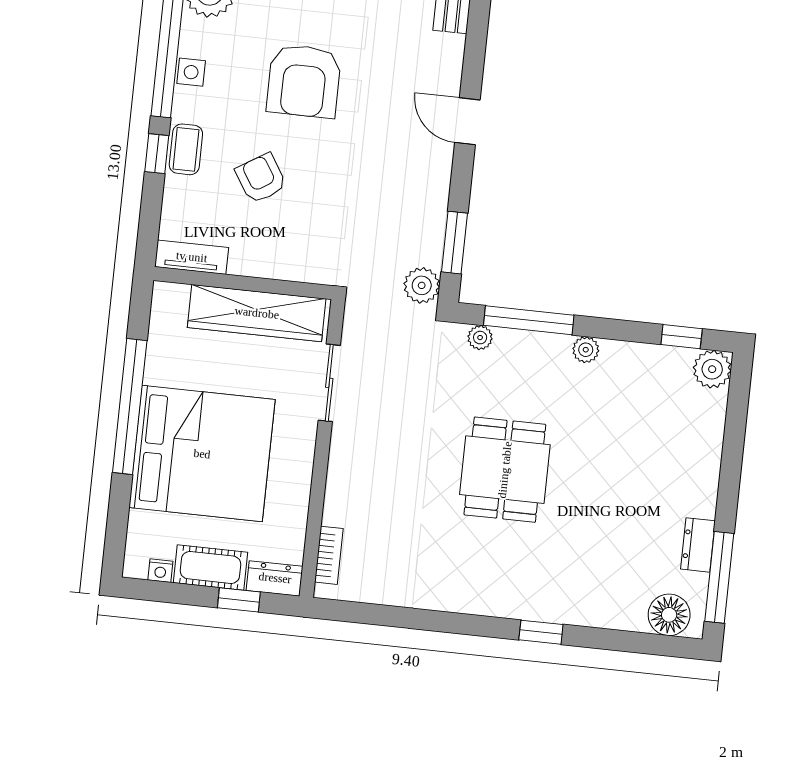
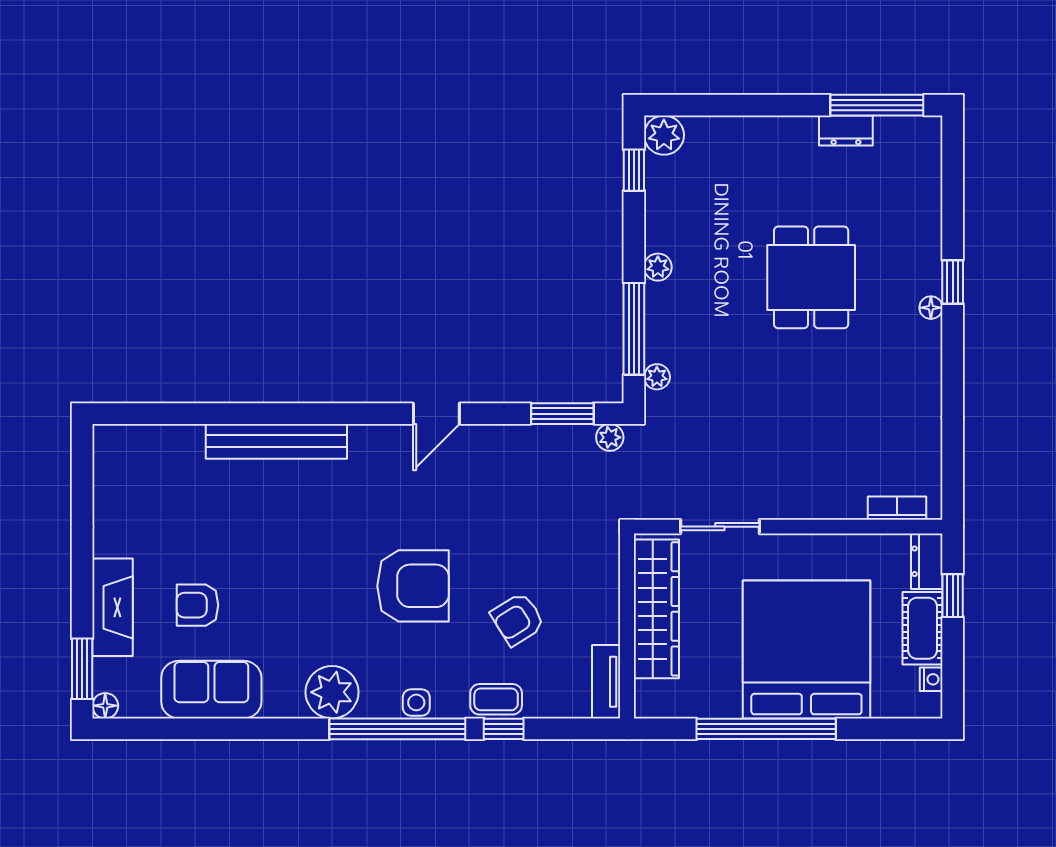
plant: (422, 285) -> (610, 437), width x0.73, depth x0.73
dining table: (505, 470) -> (811, 277), moved, turned 90
floor lamp: (669, 615) -> (931, 308), moved, width x0.53, depth x0.53

